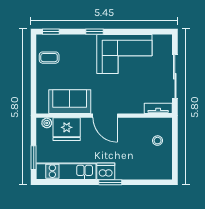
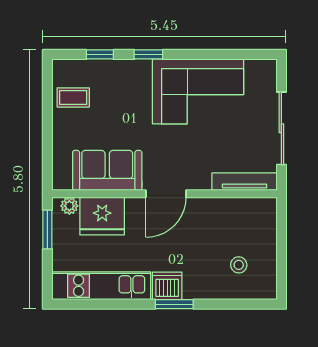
window: (51, 32) -> (100, 54), moved
tv unit: (158, 108) -> (245, 182), width x1.41
door: (105, 116) -> (166, 194), hinge flipped
stool: (158, 141) -> (239, 265), moved
window: (34, 158) -> (47, 229), moved

